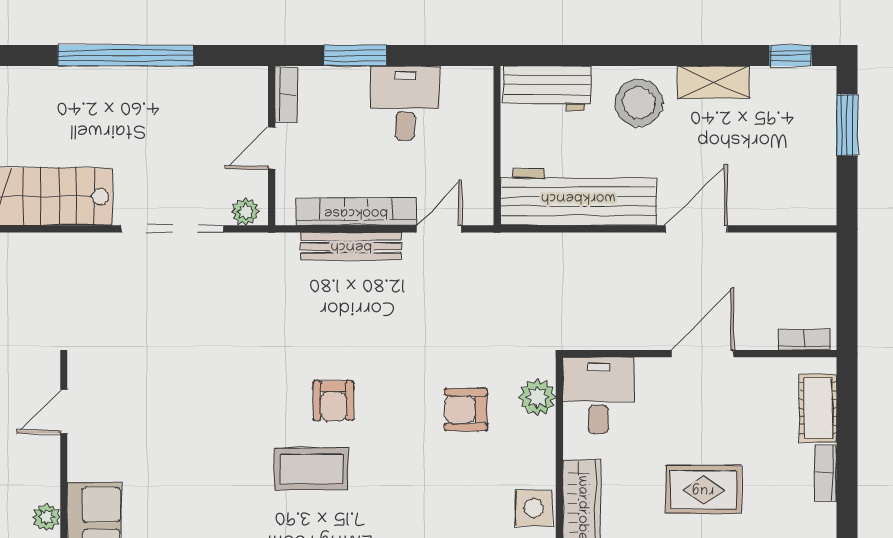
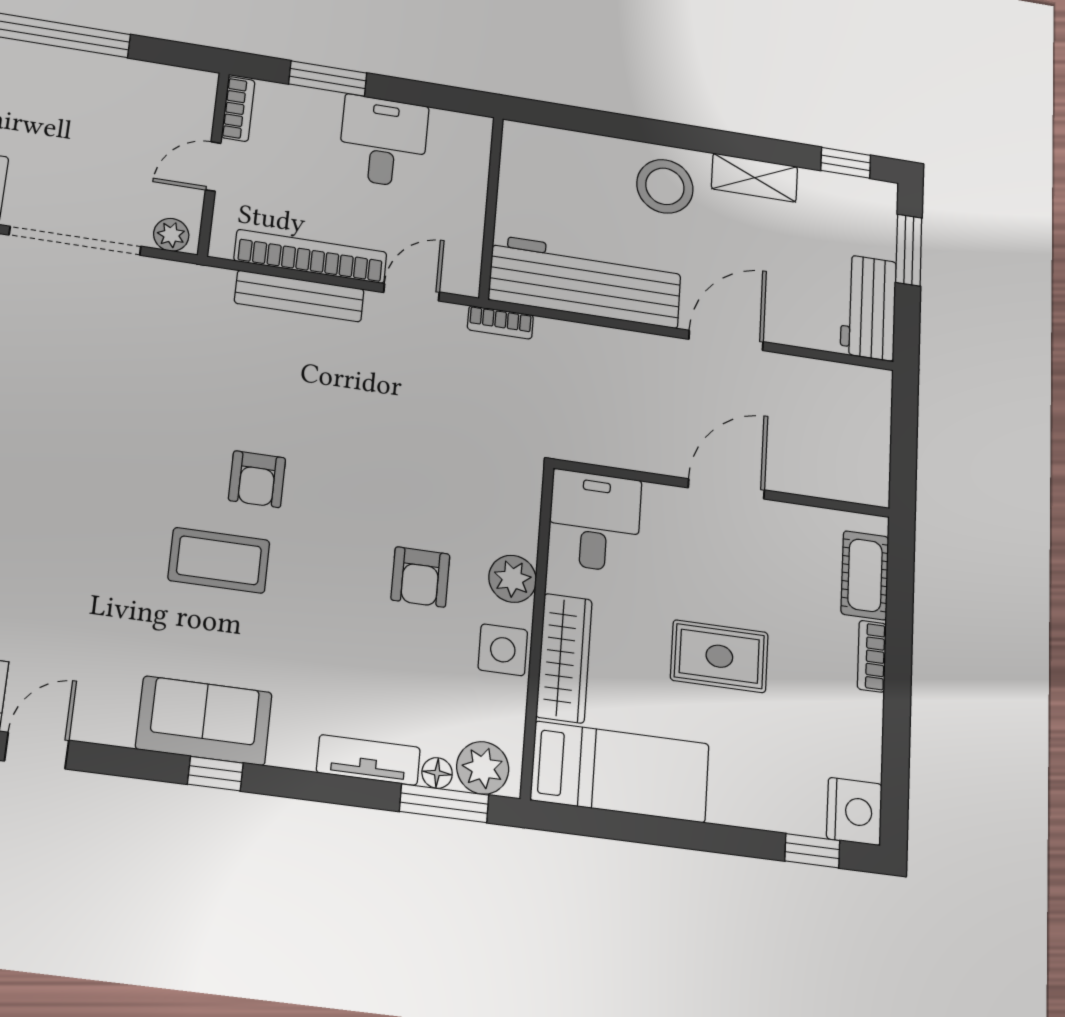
workbench: (547, 88) -> (868, 307), moved, turned 90
bookcase: (804, 340) -> (500, 322), moved, turned 180
plant: (537, 397) -> (513, 579), moved
armchair: (466, 409) -> (420, 577), moved, turned -90

